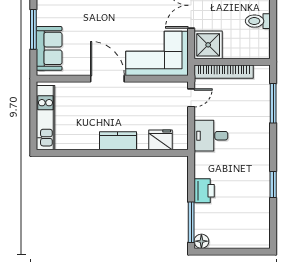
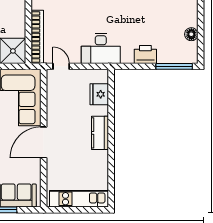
desk: (211, 136) -> (101, 48), width x1.37
floor lamp: (201, 241) -> (191, 34), moved

